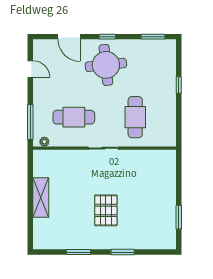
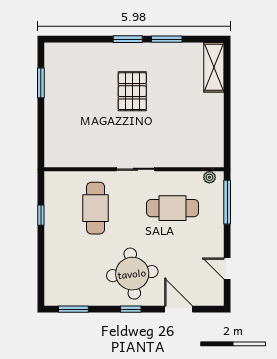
window: (179, 85) -> (41, 215), moved
shelving: (41, 198) -> (214, 67), moved
window: (123, 252) -> (128, 39), moved

